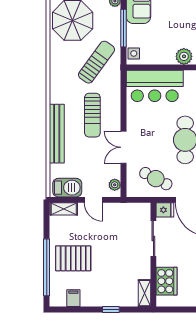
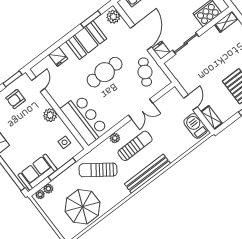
side table: (134, 53) -> (64, 142), moved
bench: (57, 134) -> (147, 174), moved
plant: (115, 185) -> (115, 138), moved

